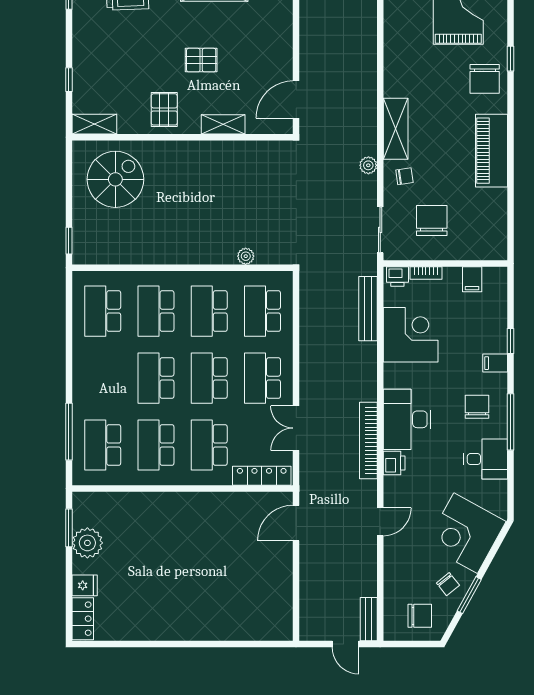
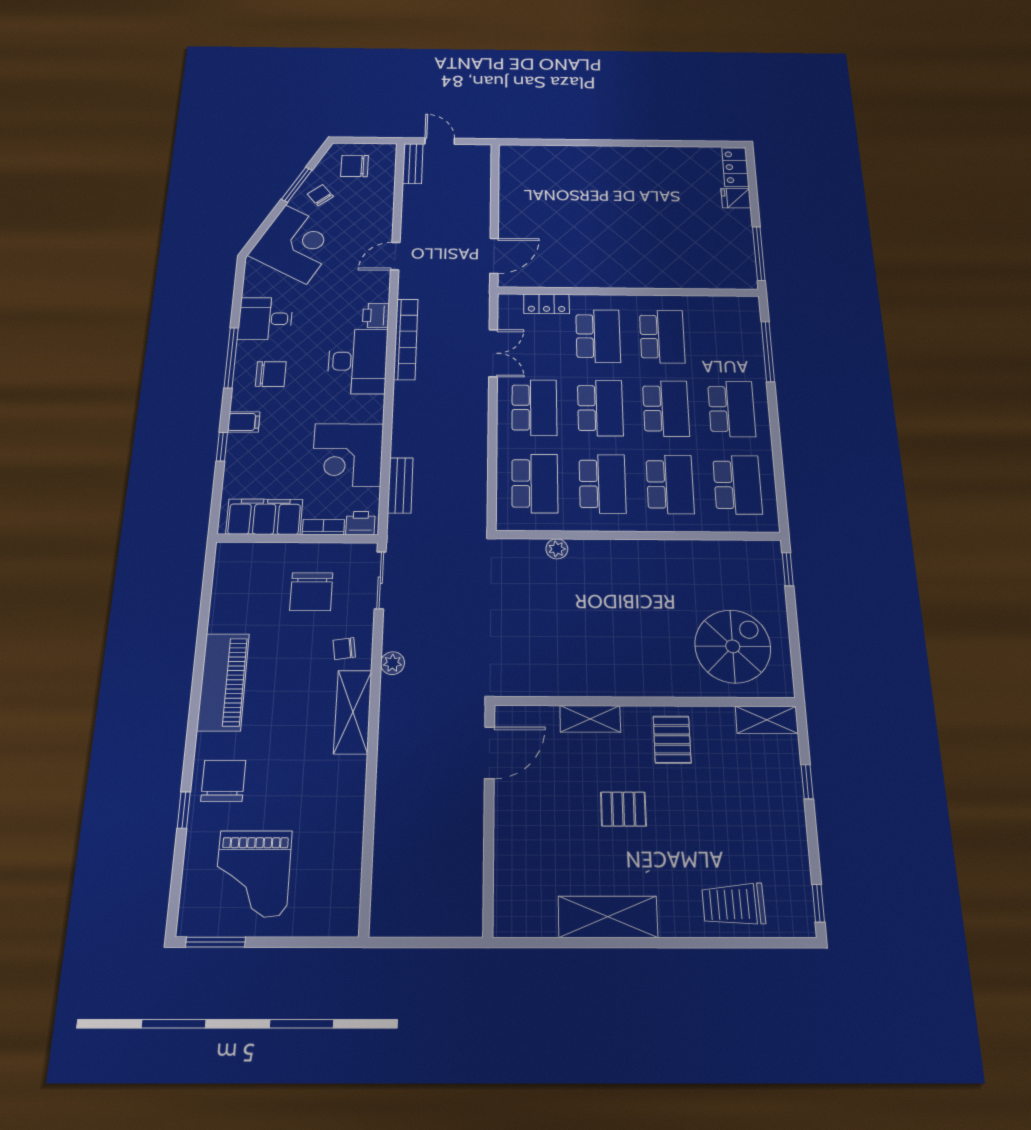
spiral stairs: (115, 179) -> (733, 646), turned 180
filing cabinet: (472, 279) -> (264, 517), width x3.00, depth x1.17
bench: (368, 309) -> (400, 485), width x0.73
chair: (477, 407) -> (271, 374), turned -90
school desk: (103, 445) -> (732, 409), moved
locker: (262, 476) -> (546, 304), width x0.66
window: (69, 528) -> (759, 254), width x1.44
plant: (87, 543) -> (736, 239), removed

